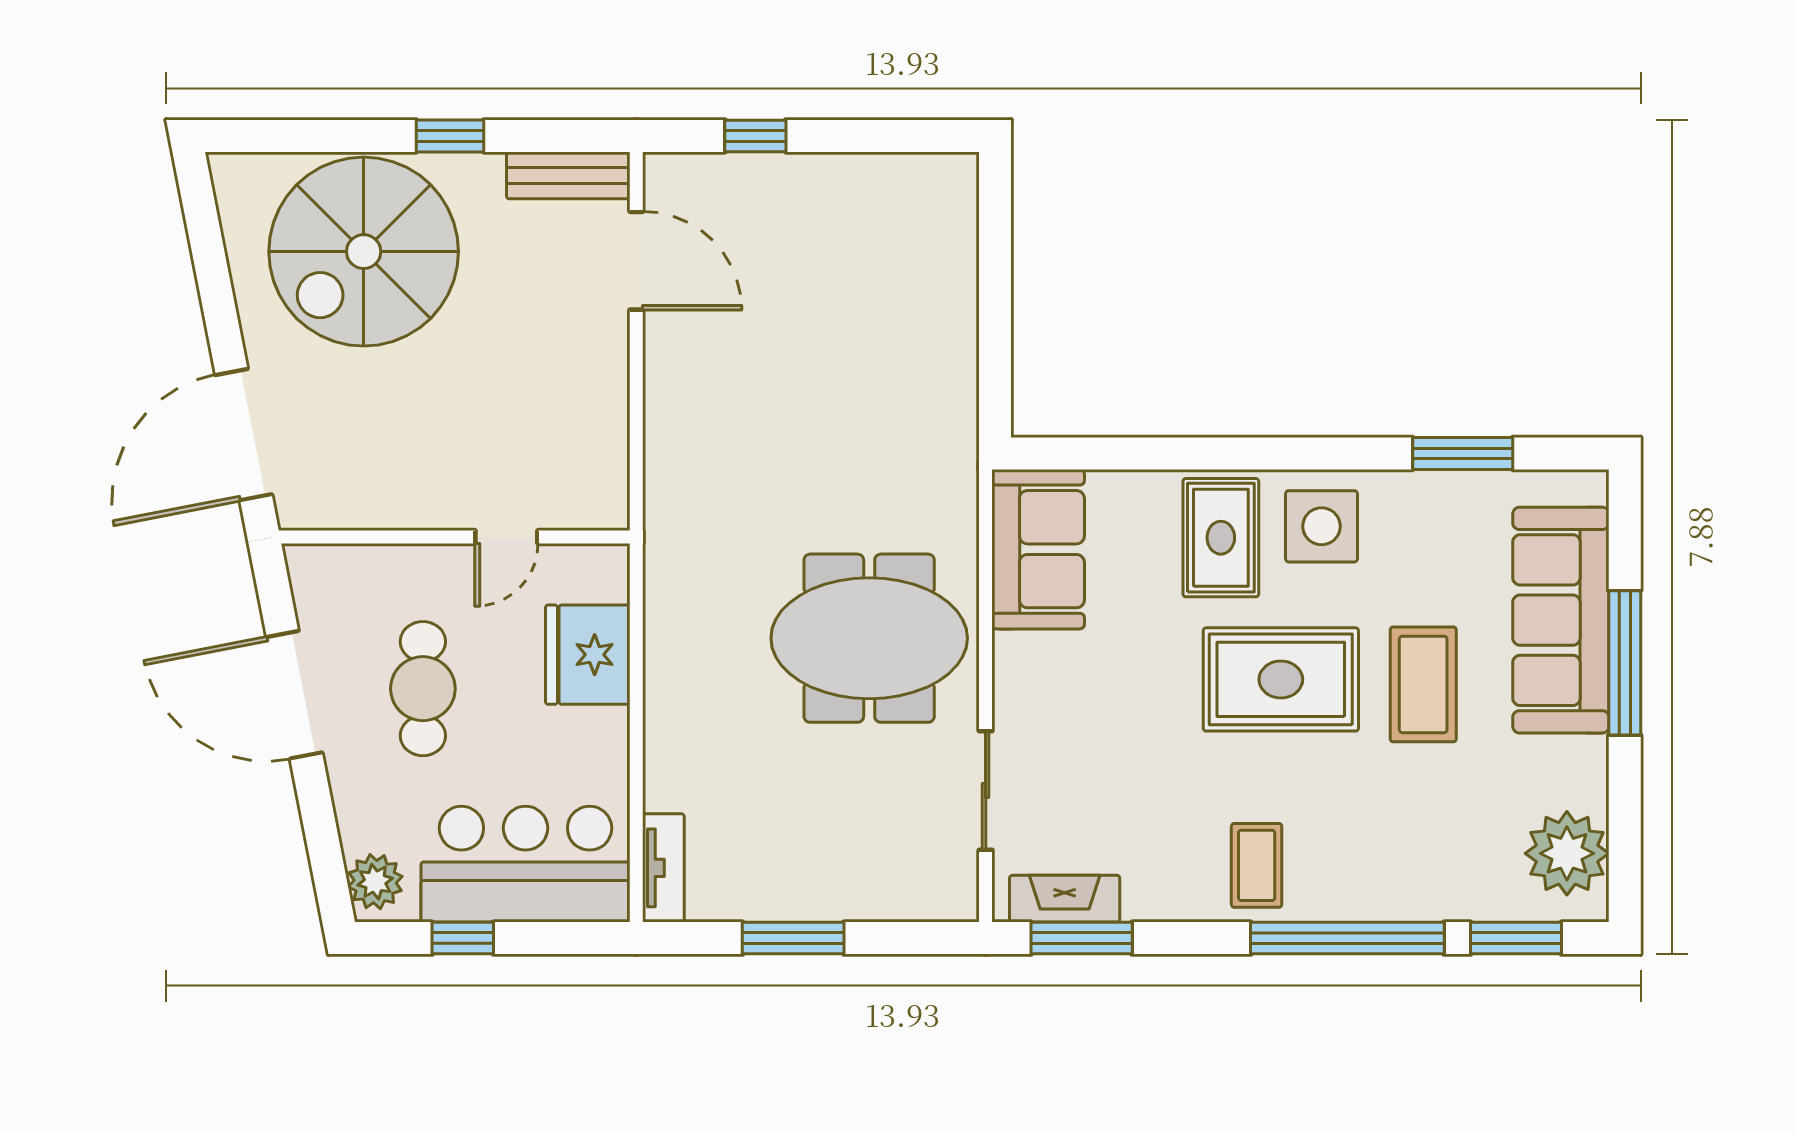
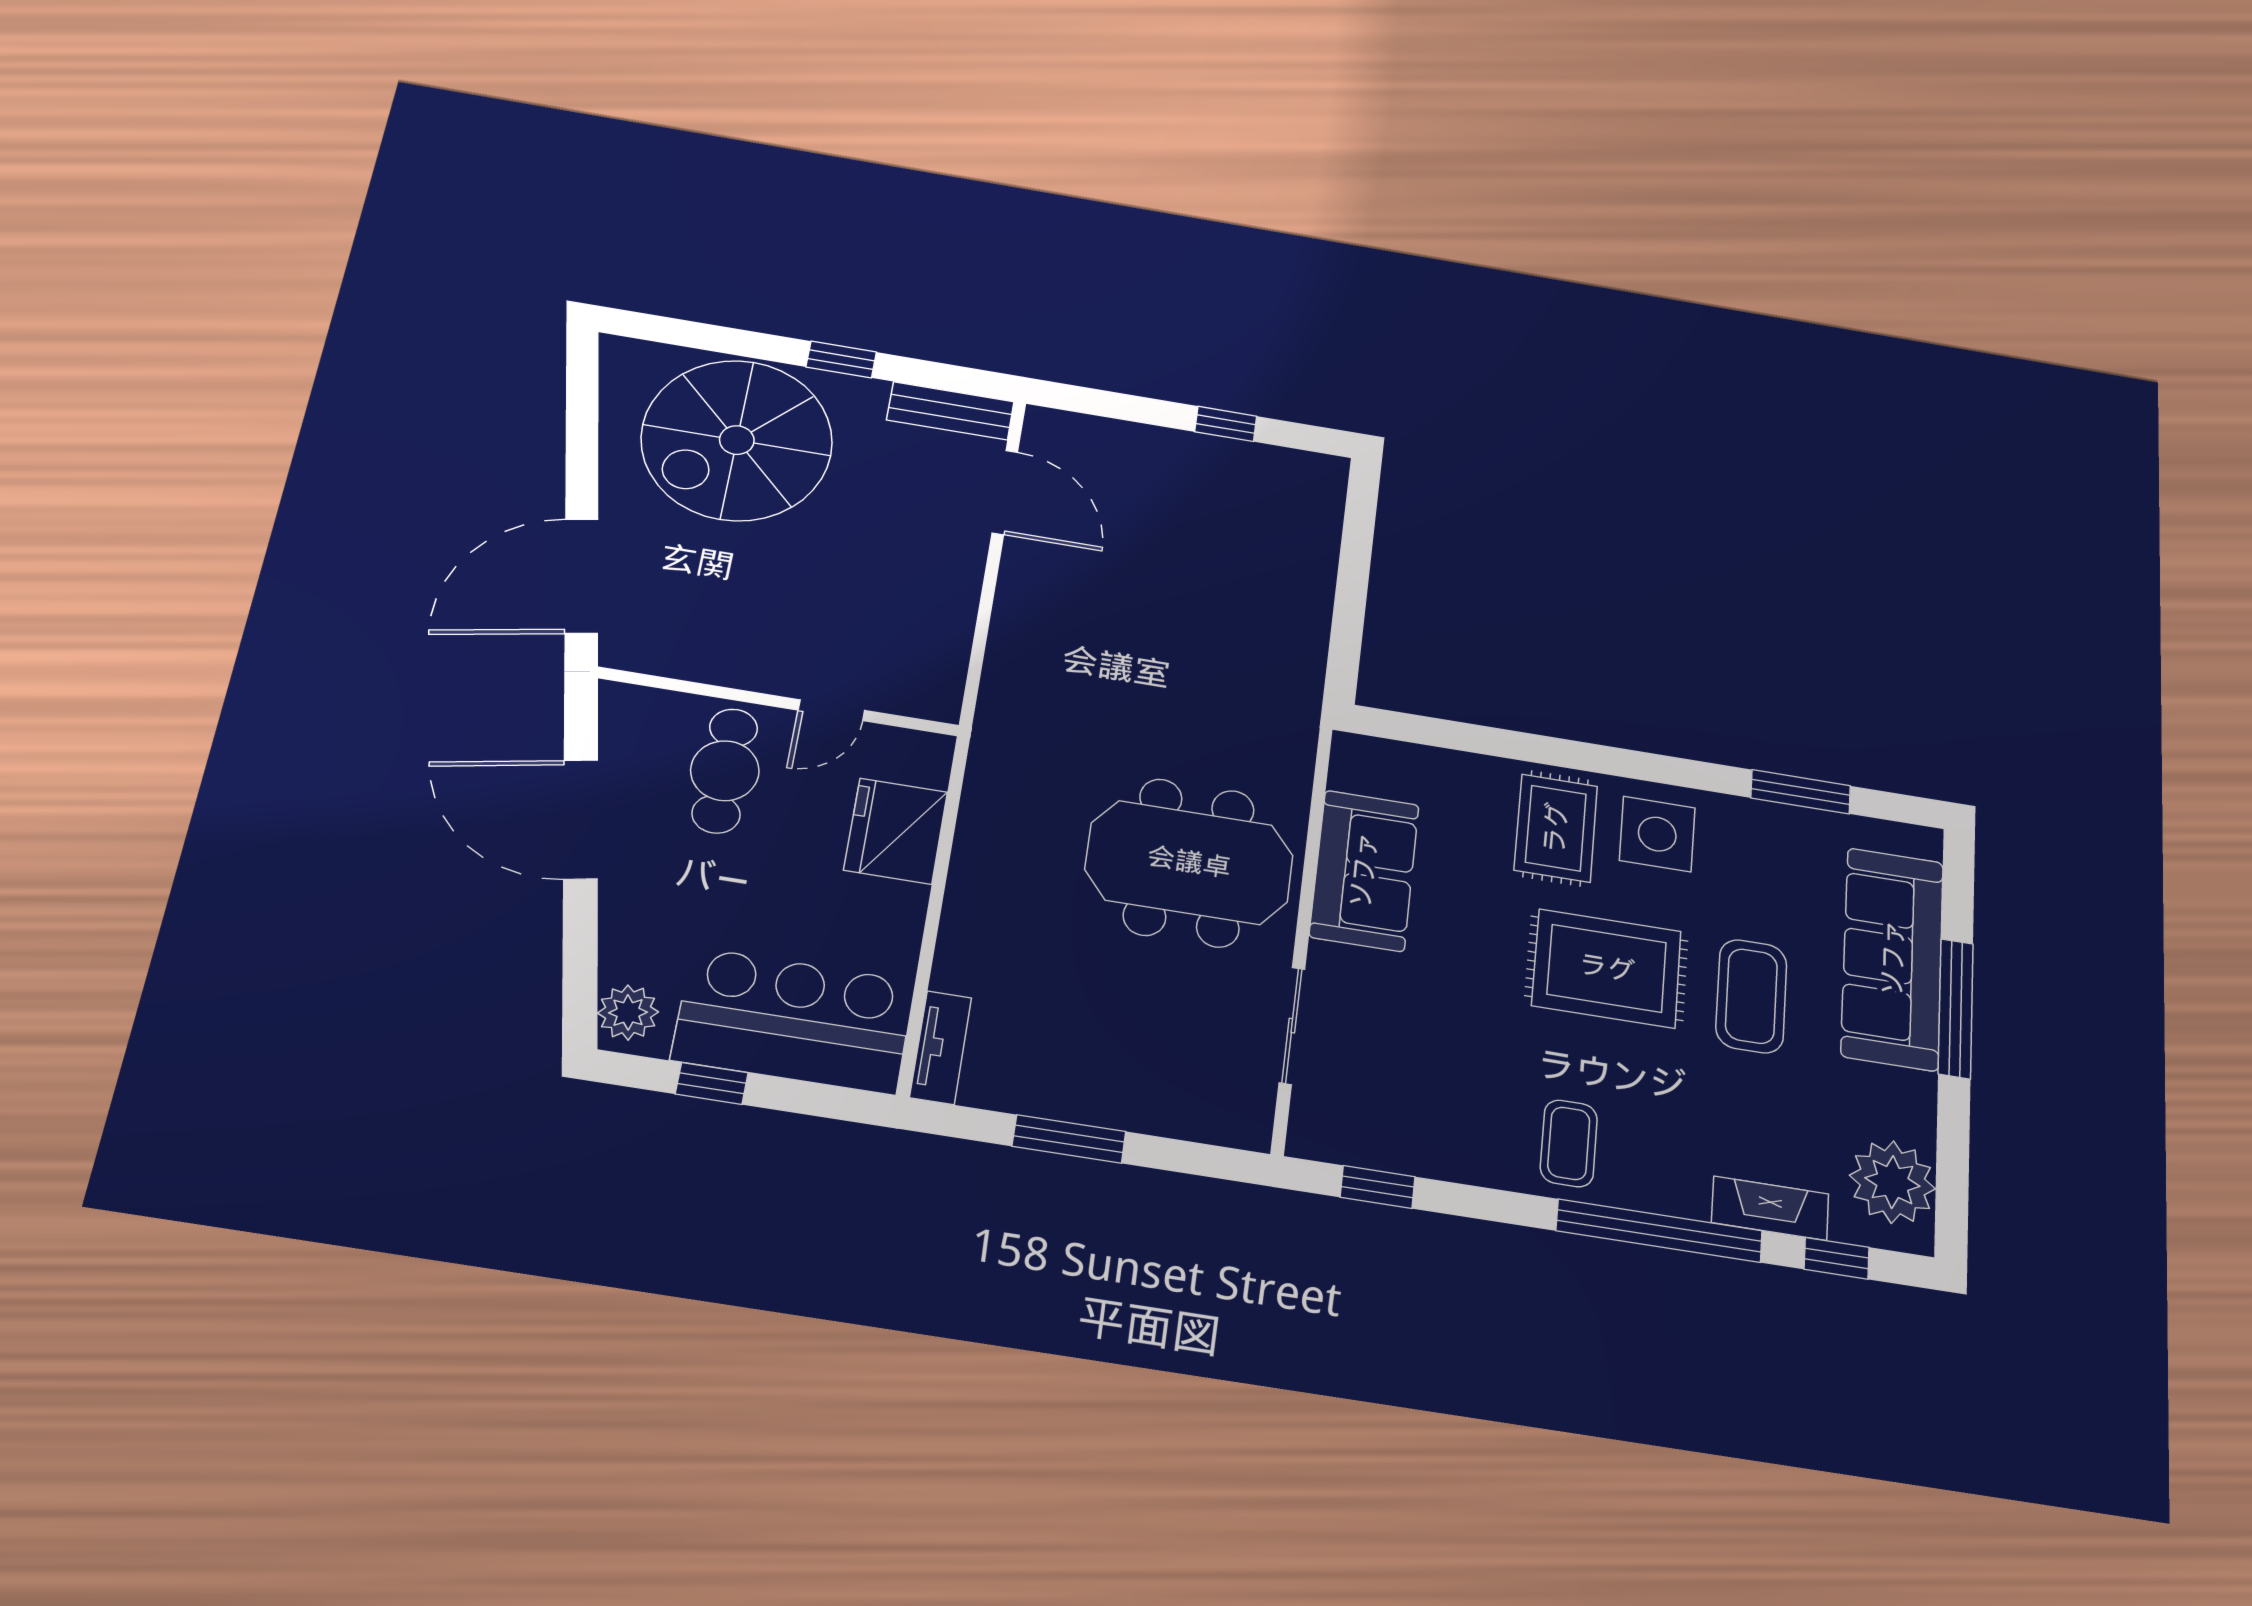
window: (755, 136) -> (1226, 424), moved
sofa: (1038, 549) -> (1364, 870), moved
cafe table: (423, 689) -> (725, 771), moved
fireplace: (1065, 899) -> (1770, 1208), moved
window: (1082, 938) -> (1378, 1187), width x0.67
window: (1516, 938) -> (1837, 1258), width x0.67

